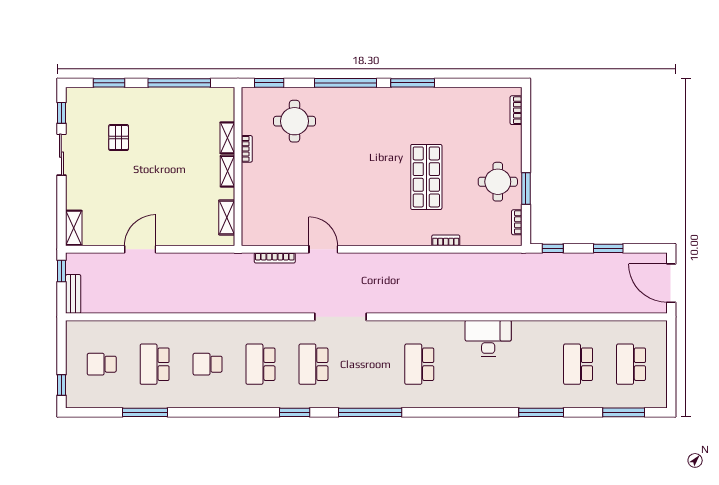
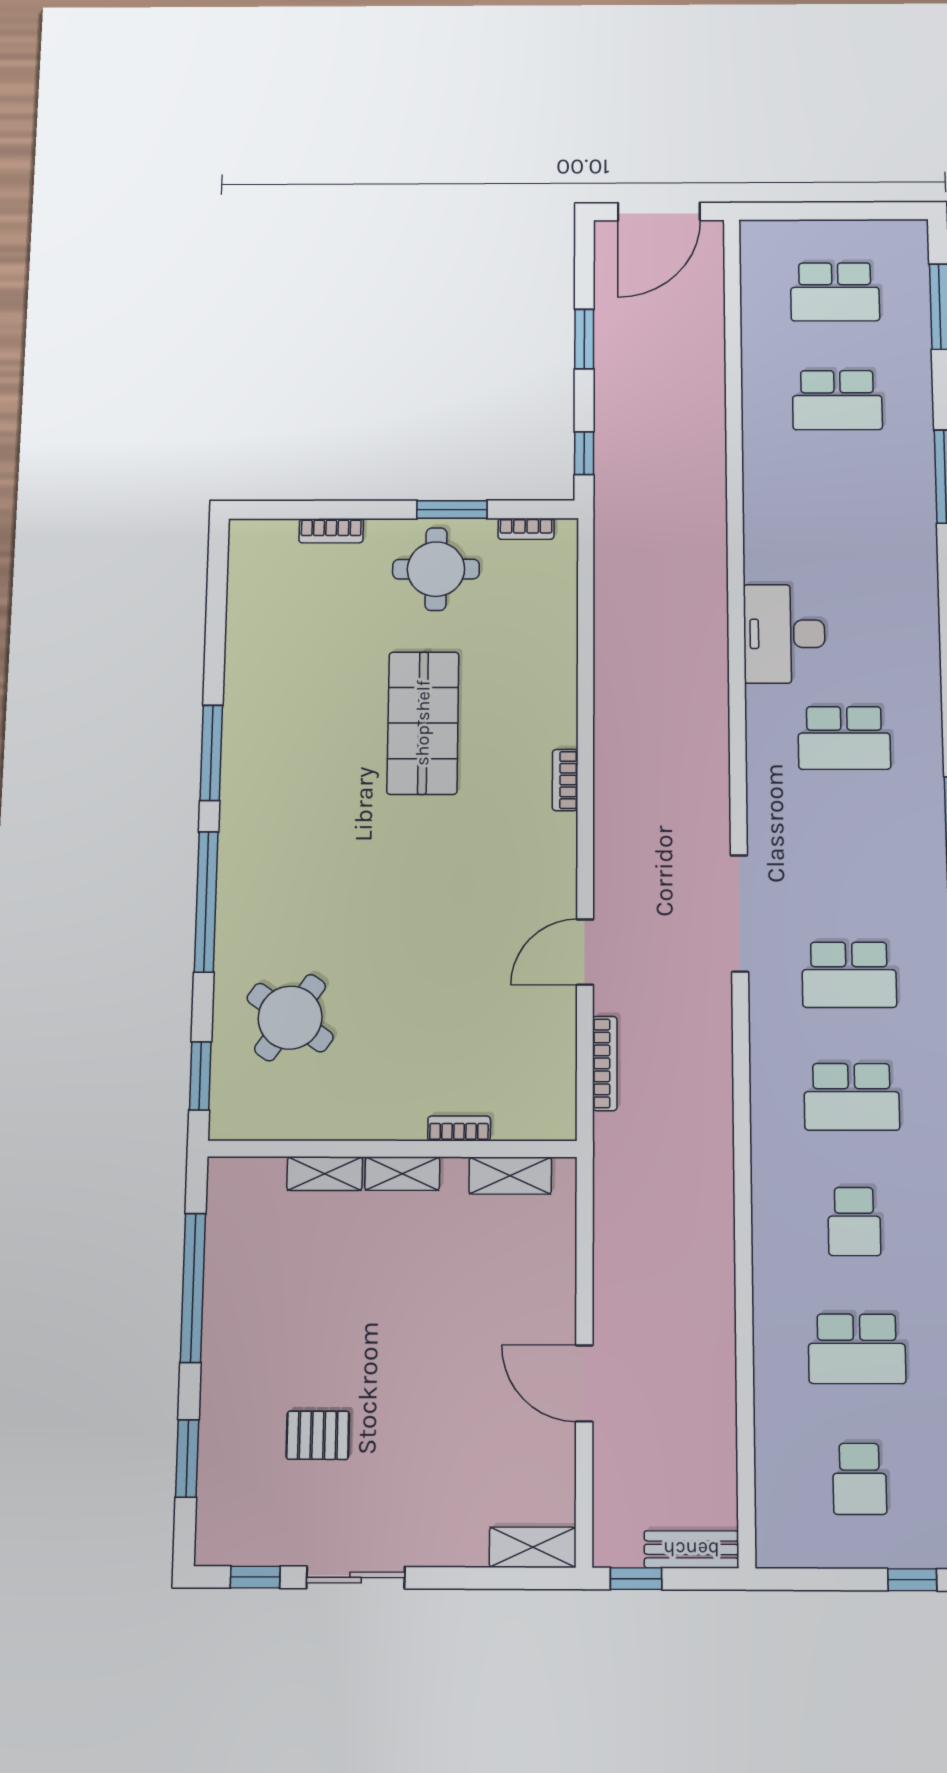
bookcase: (516, 110) -> (331, 531), moved
round table: (295, 121) -> (290, 1018), turned 35
bookcase: (247, 149) -> (459, 1128), moved
shop shelf: (426, 177) -> (423, 723), turned 90
bookcase: (446, 240) -> (565, 780), moved
desk: (488, 338) -> (784, 634), moved

